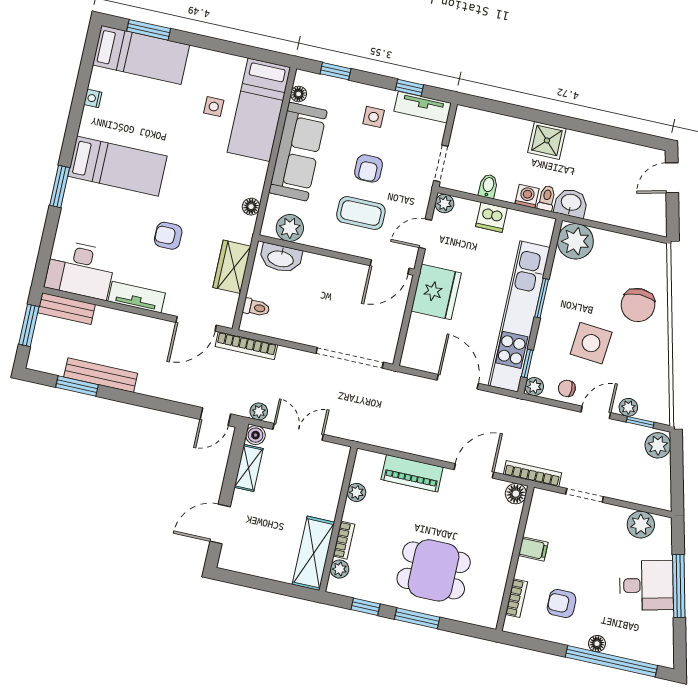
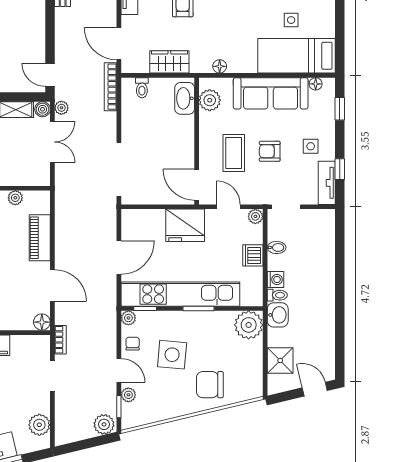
shower: (547, 140) -> (280, 360), moved
bookcase: (532, 474) -> (60, 340), width x0.64

